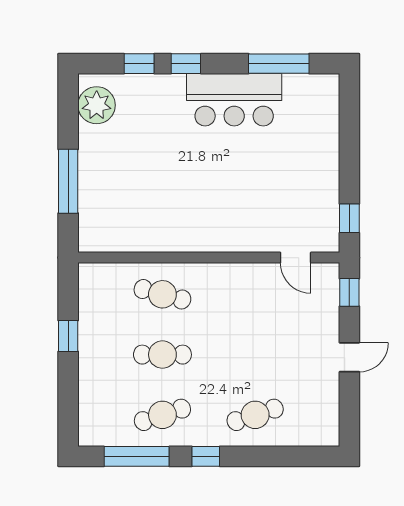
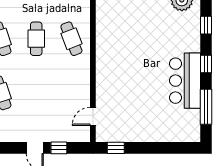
window: (186, 64) -> (206, 64), moved
window: (349, 292) -> (59, 148), moved
cafe table: (162, 294) -> (71, 39), turned -36

